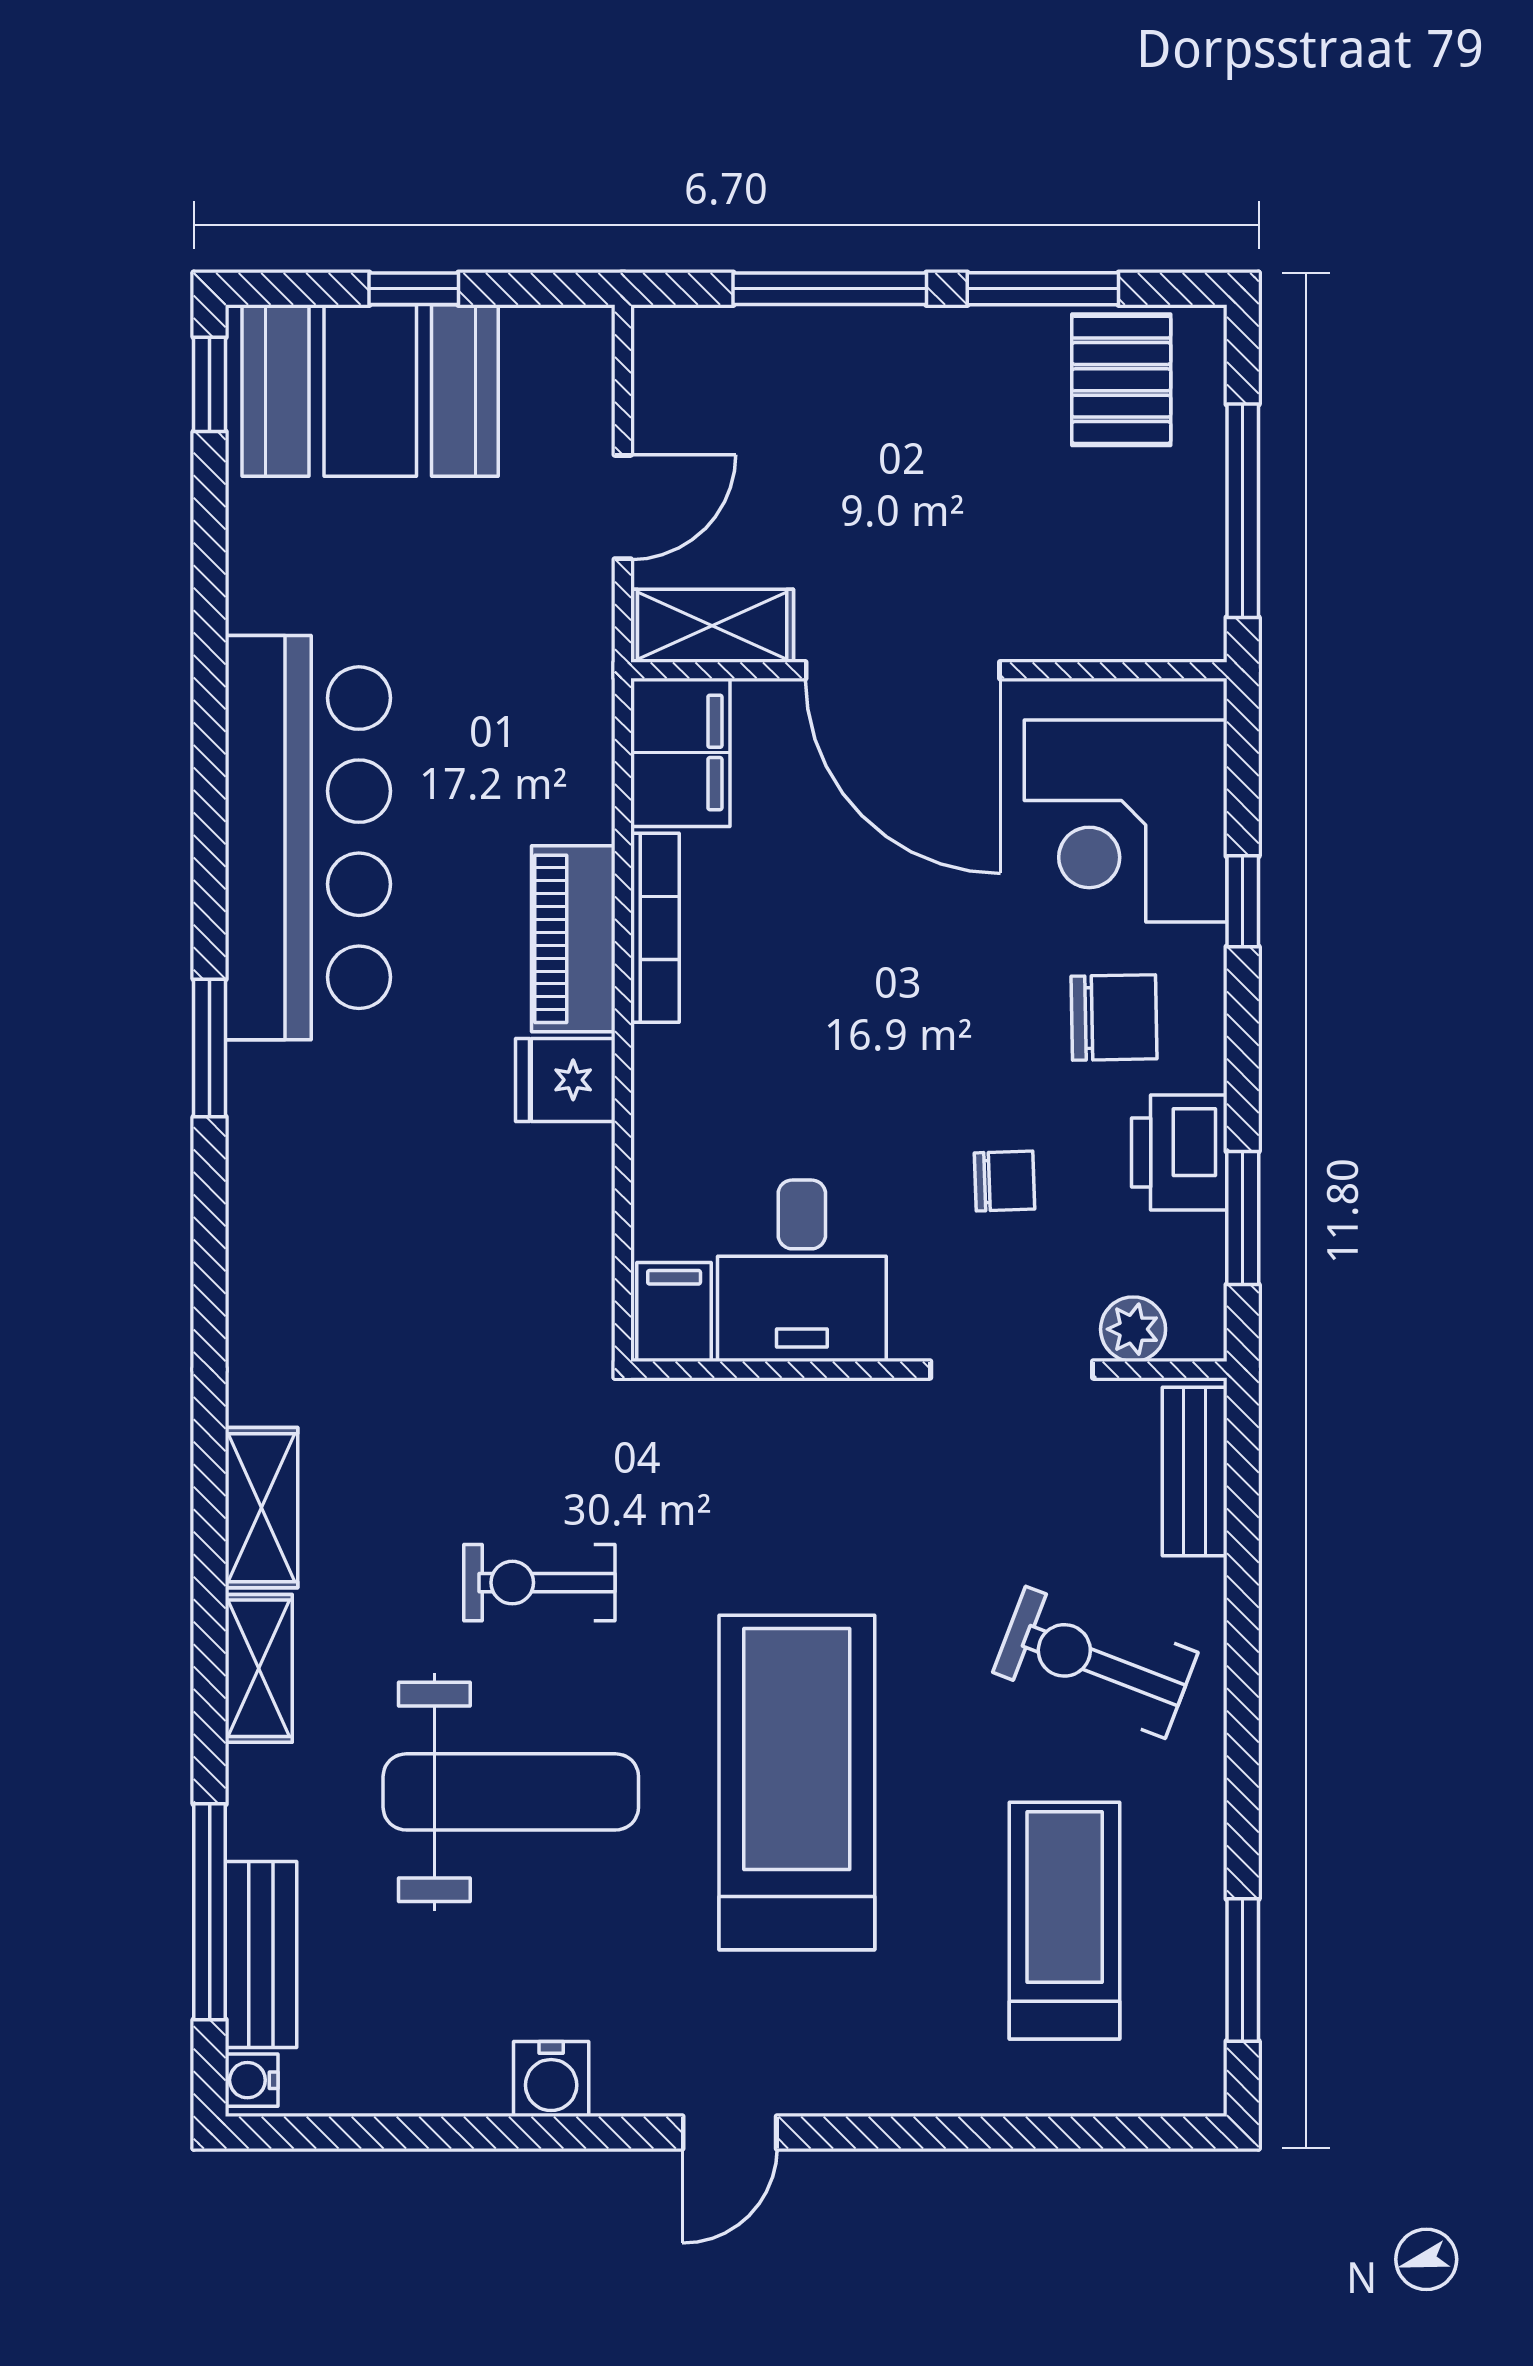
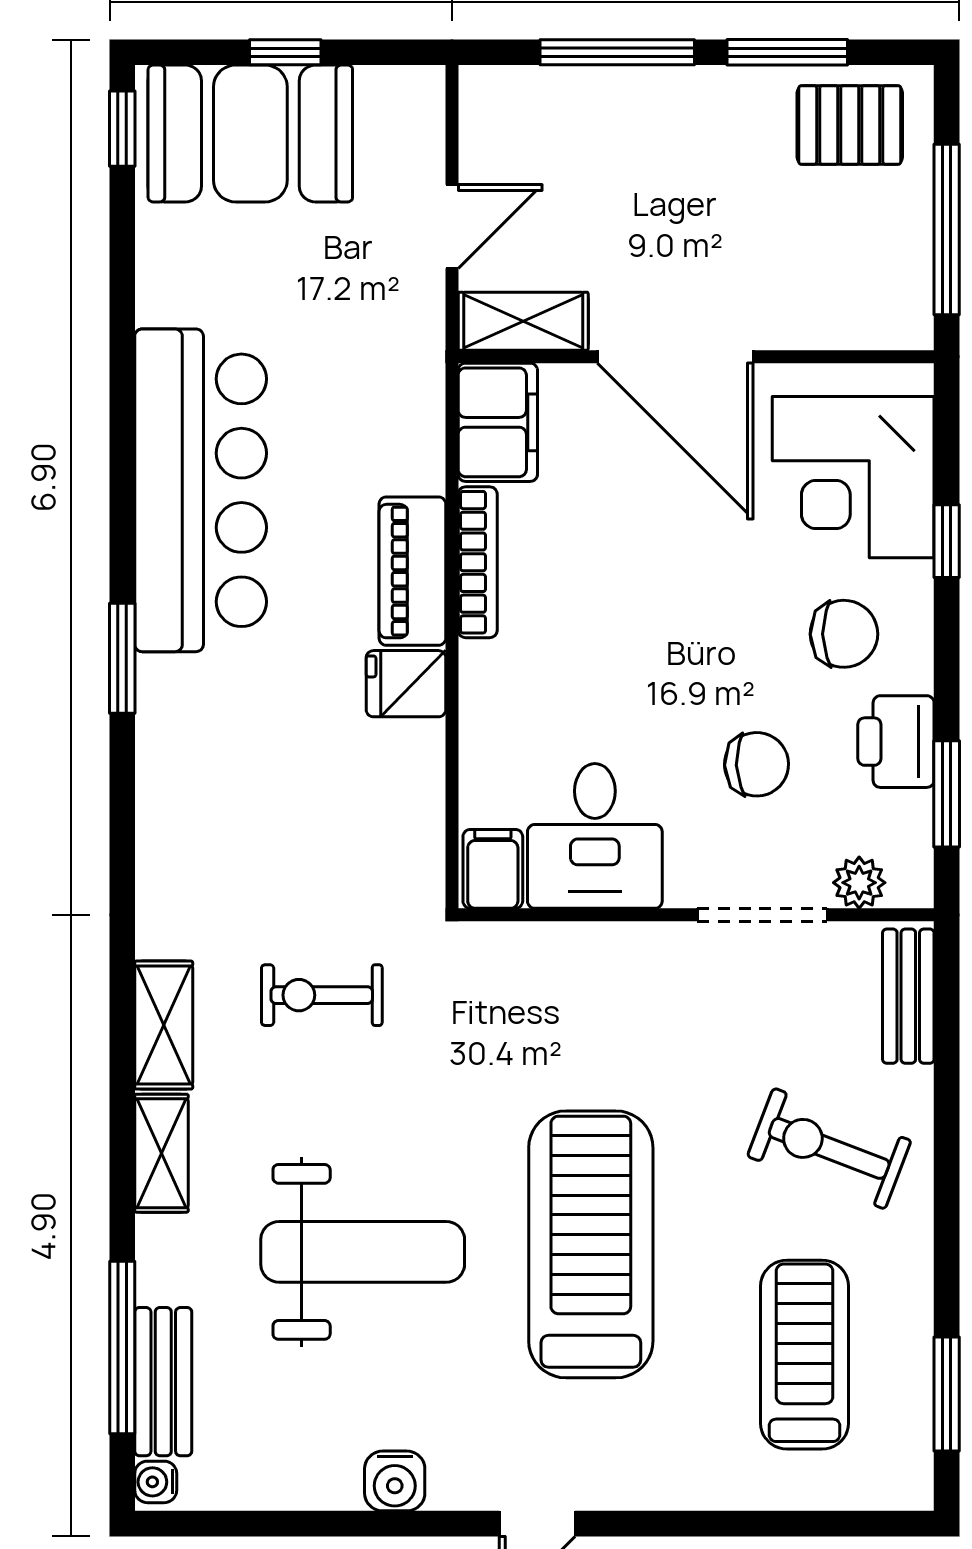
pallet: (1121, 380) -> (850, 125), turned 90
chair: (1004, 1181) -> (757, 764), width x1.37, depth x1.37
exercise bike: (539, 1583) -> (322, 995), moved

